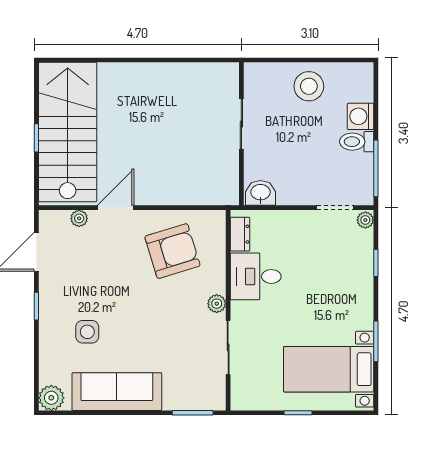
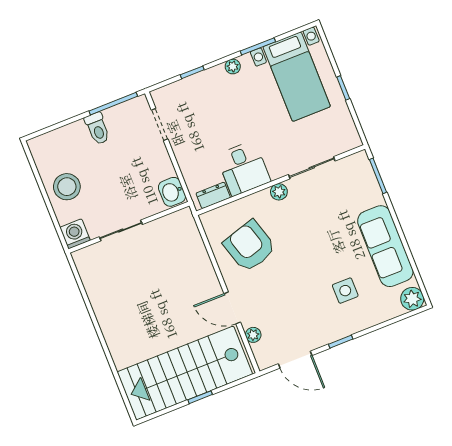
washing machine: (360, 116) -> (75, 234), moved, turned 180
plant: (365, 220) -> (233, 66), moved

